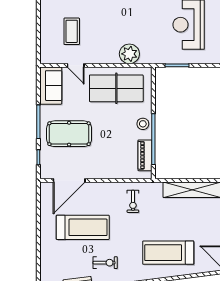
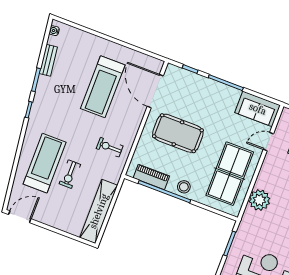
pool table: (69, 134) -> (178, 133), moved, turned 90
exercise bike: (105, 263) -> (70, 174), moved

